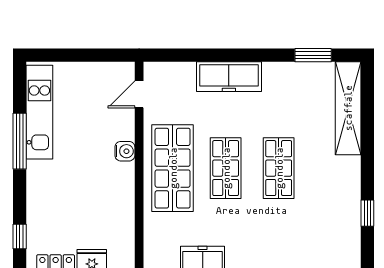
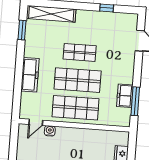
door: (139, 94) -> (36, 122), hinge flipped
water cooler: (125, 151) -> (50, 131), moved
shop shelf: (226, 168) -> (78, 80), width x1.43, depth x1.36

